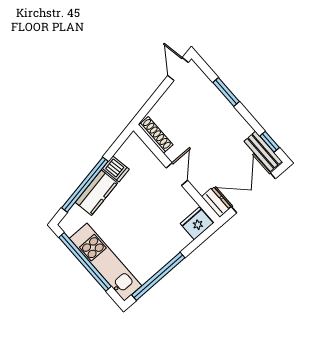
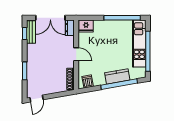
dishwasher: (116, 169) -> (88, 81), moved
door: (177, 174) -> (76, 54), swing flipped

